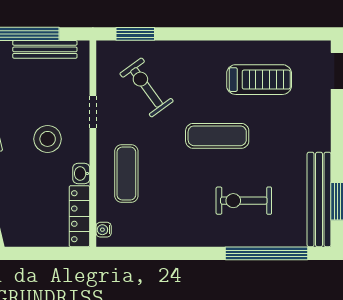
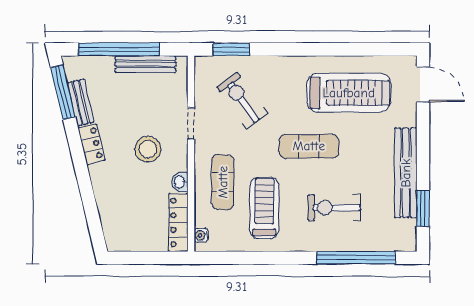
treadmill: (259, 80) -> (349, 93), width x1.37, depth x1.38
bench: (319, 199) -> (406, 173), moved
treadmill: (170, 201) -> (264, 208), added

